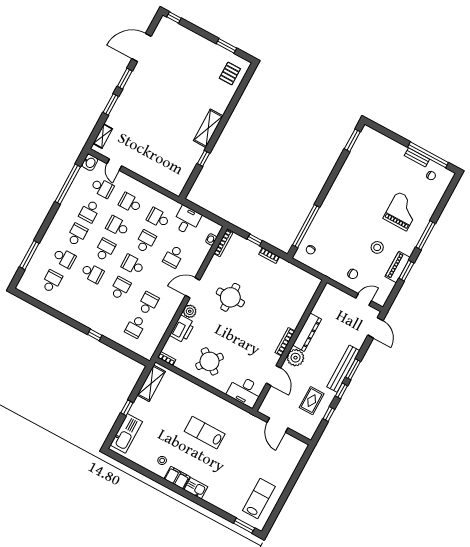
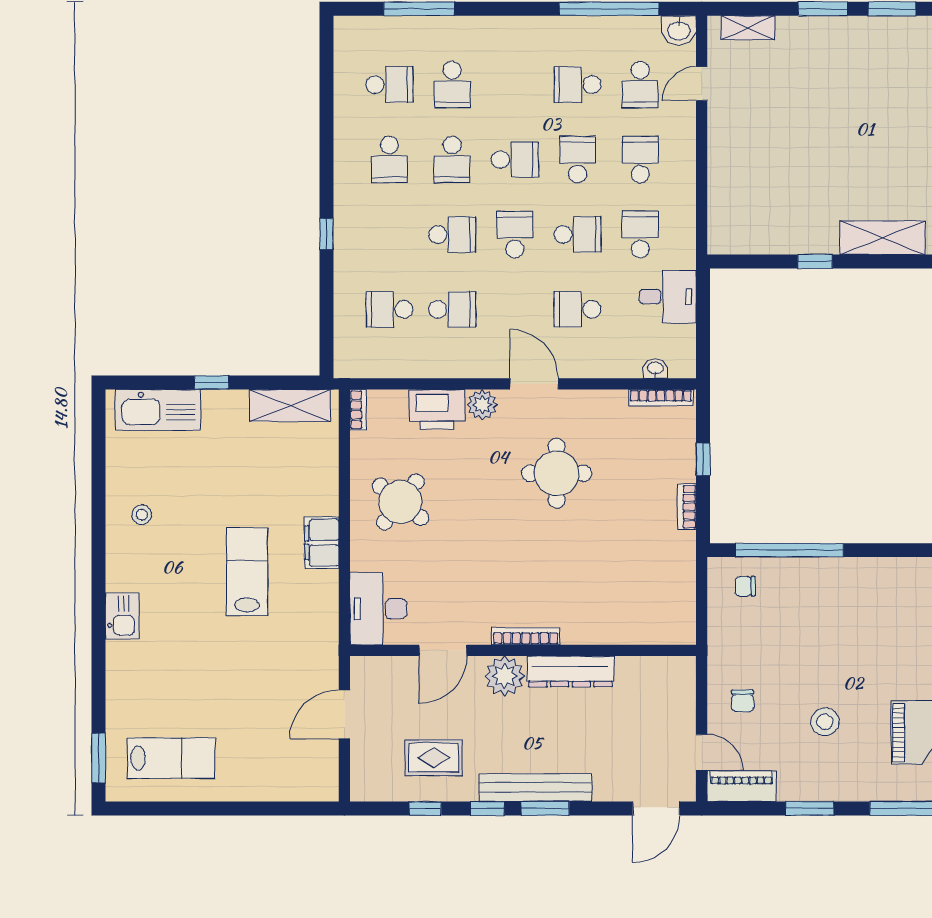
school desk: (77, 235) -> (389, 160), moved, turned 90
piano: (398, 267) -> (741, 786), moved
filing cabinet: (177, 478) -> (322, 543), moved, turned 180

